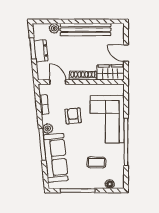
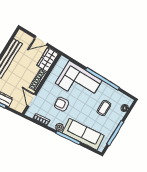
door: (58, 82) -> (32, 100), hinge flipped

